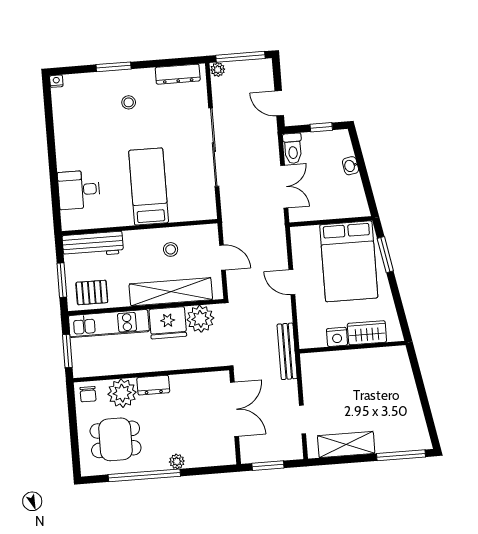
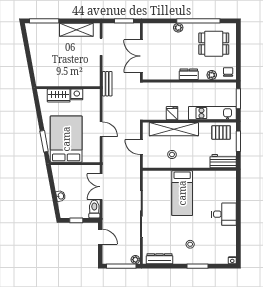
desk: (79, 190) -> (224, 214), moved
workbench: (93, 244) -> (223, 161), width x0.73
plant: (200, 319) -> (157, 112), removed
fridge: (168, 323) -> (172, 113), width x0.53, depth x0.75
bench: (287, 351) -> (107, 84), width x0.73
plant: (122, 393) -> (212, 75), width x0.53, depth x0.53

